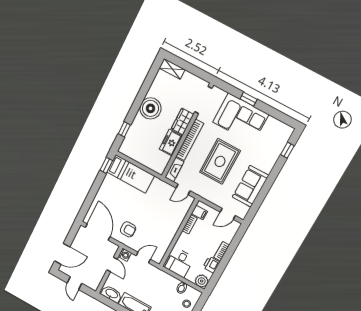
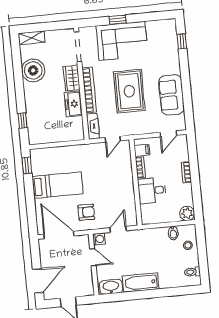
boiler: (150, 108) -> (33, 70), moved
bed: (131, 174) -> (58, 185), moved
desk: (180, 263) -> (152, 190), moved, turned 90
printer: (211, 265) -> (185, 192), removed

